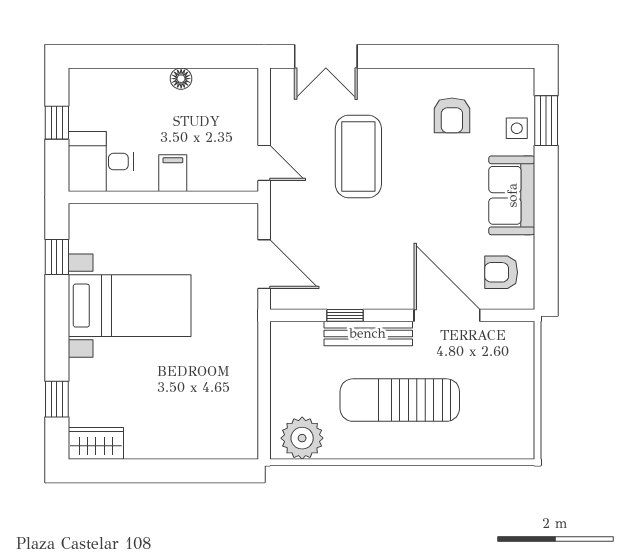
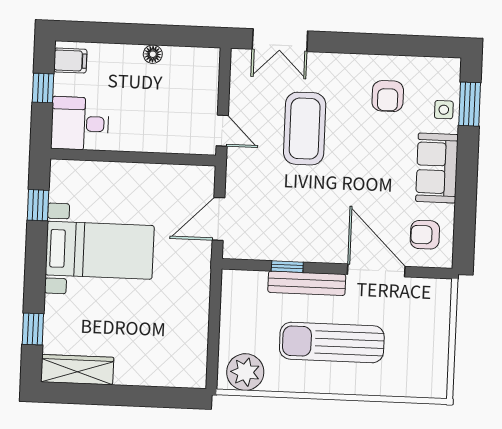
filing cabinet: (173, 173) -> (70, 61), moved, turned 90
door: (264, 264) -> (218, 219), swing flipped
wardrobe: (96, 443) -> (77, 370), width x1.50

